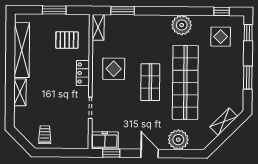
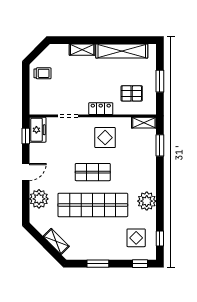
pallet: (67, 40) -> (132, 93), turned 90

